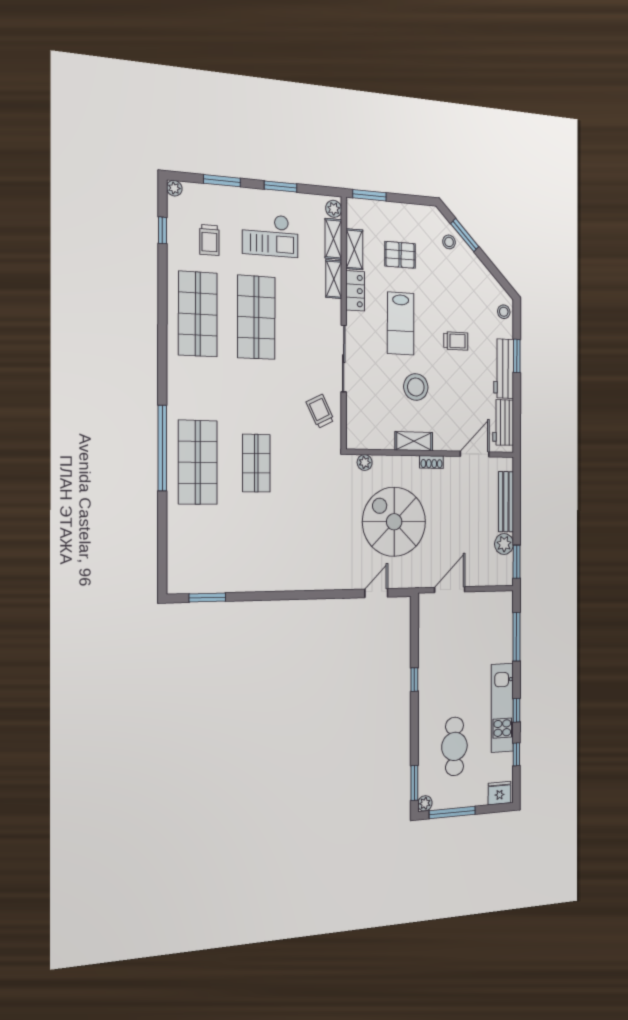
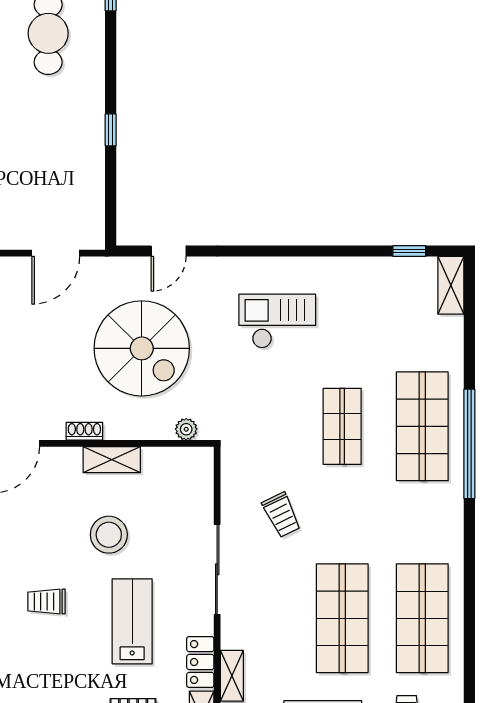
trolley: (320, 411) -> (281, 515), moved
checkout: (302, 542) -> (277, 321), added
shelving: (176, 572) -> (451, 285), added
window: (207, 598) -> (409, 251), width x0.67

